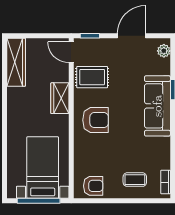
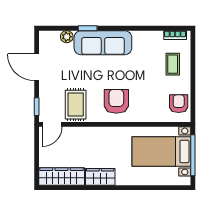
plant: (164, 51) -> (67, 37), moved
wardrobe: (60, 98) -> (100, 177), moved, turned 180

